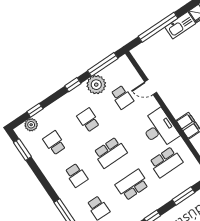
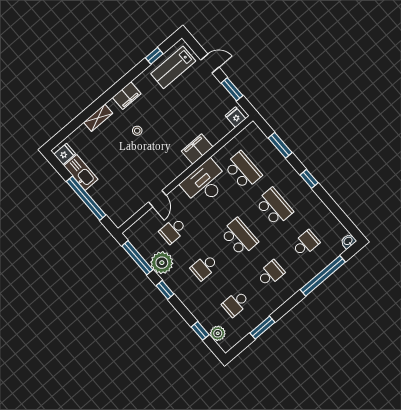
school desk: (122, 97) -> (173, 231), turned 180
window: (22, 150) -> (262, 328), moved
school desk: (132, 185) -> (274, 207), turned 180

